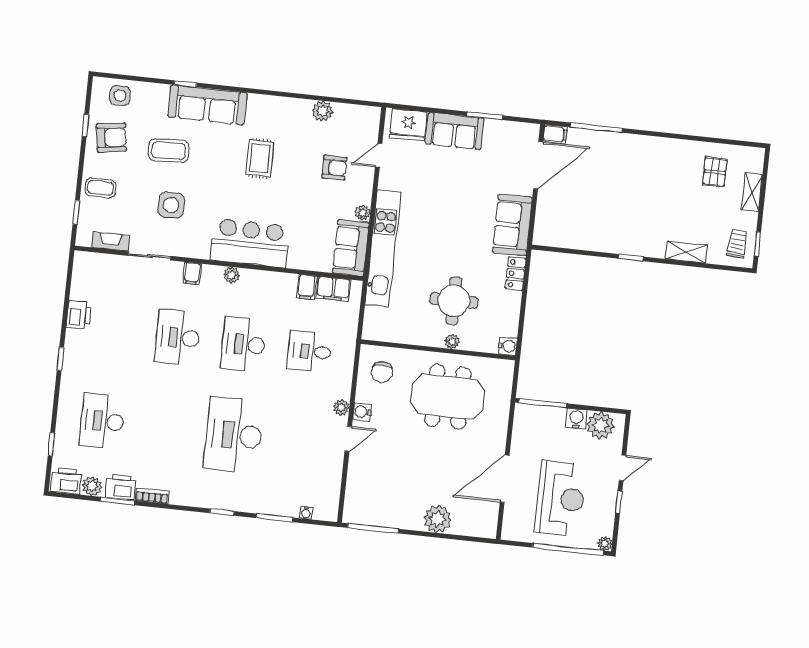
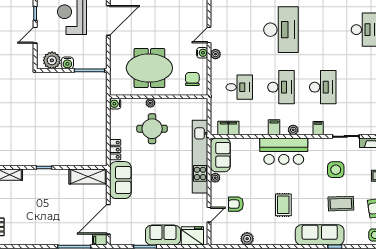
shelving: (563, 236) -> (88, 176), added
filing cabinet: (306, 287) -> (274, 127), moved

